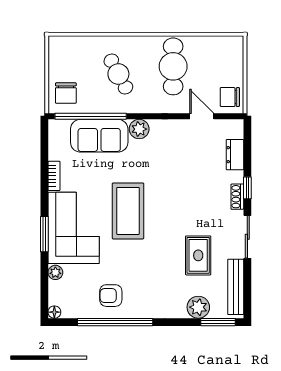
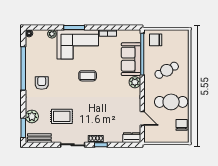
chair: (230, 97) -> (182, 125), moved
door: (202, 116) -> (142, 118), hinge flipped
dresser: (235, 155) -> (132, 138), moved
coffee table: (128, 211) -> (88, 76), width x0.54, depth x0.58
bench: (236, 287) -> (39, 138), width x0.73
armchair: (111, 296) -> (42, 83), moved

